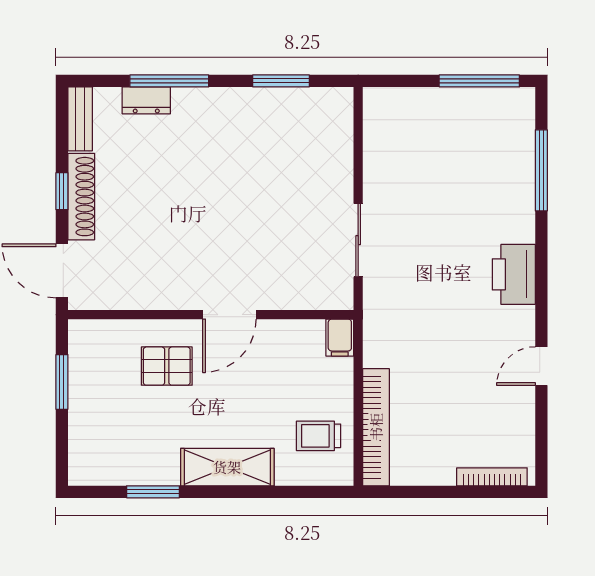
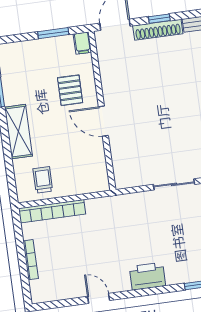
sliding door: (358, 240) -> (174, 184), moved
filing cabinet: (340, 338) -> (82, 43), moved, turned -90
bookcase: (492, 477) -> (31, 260), moved

